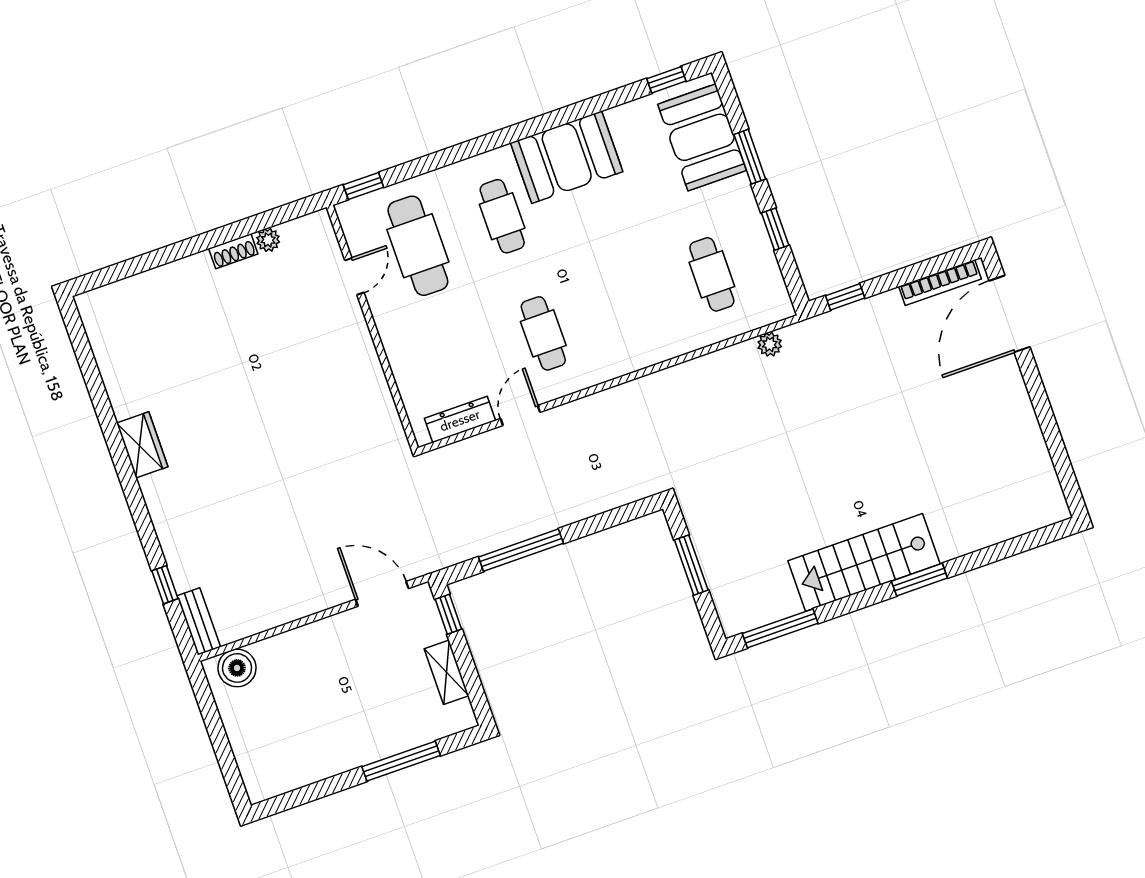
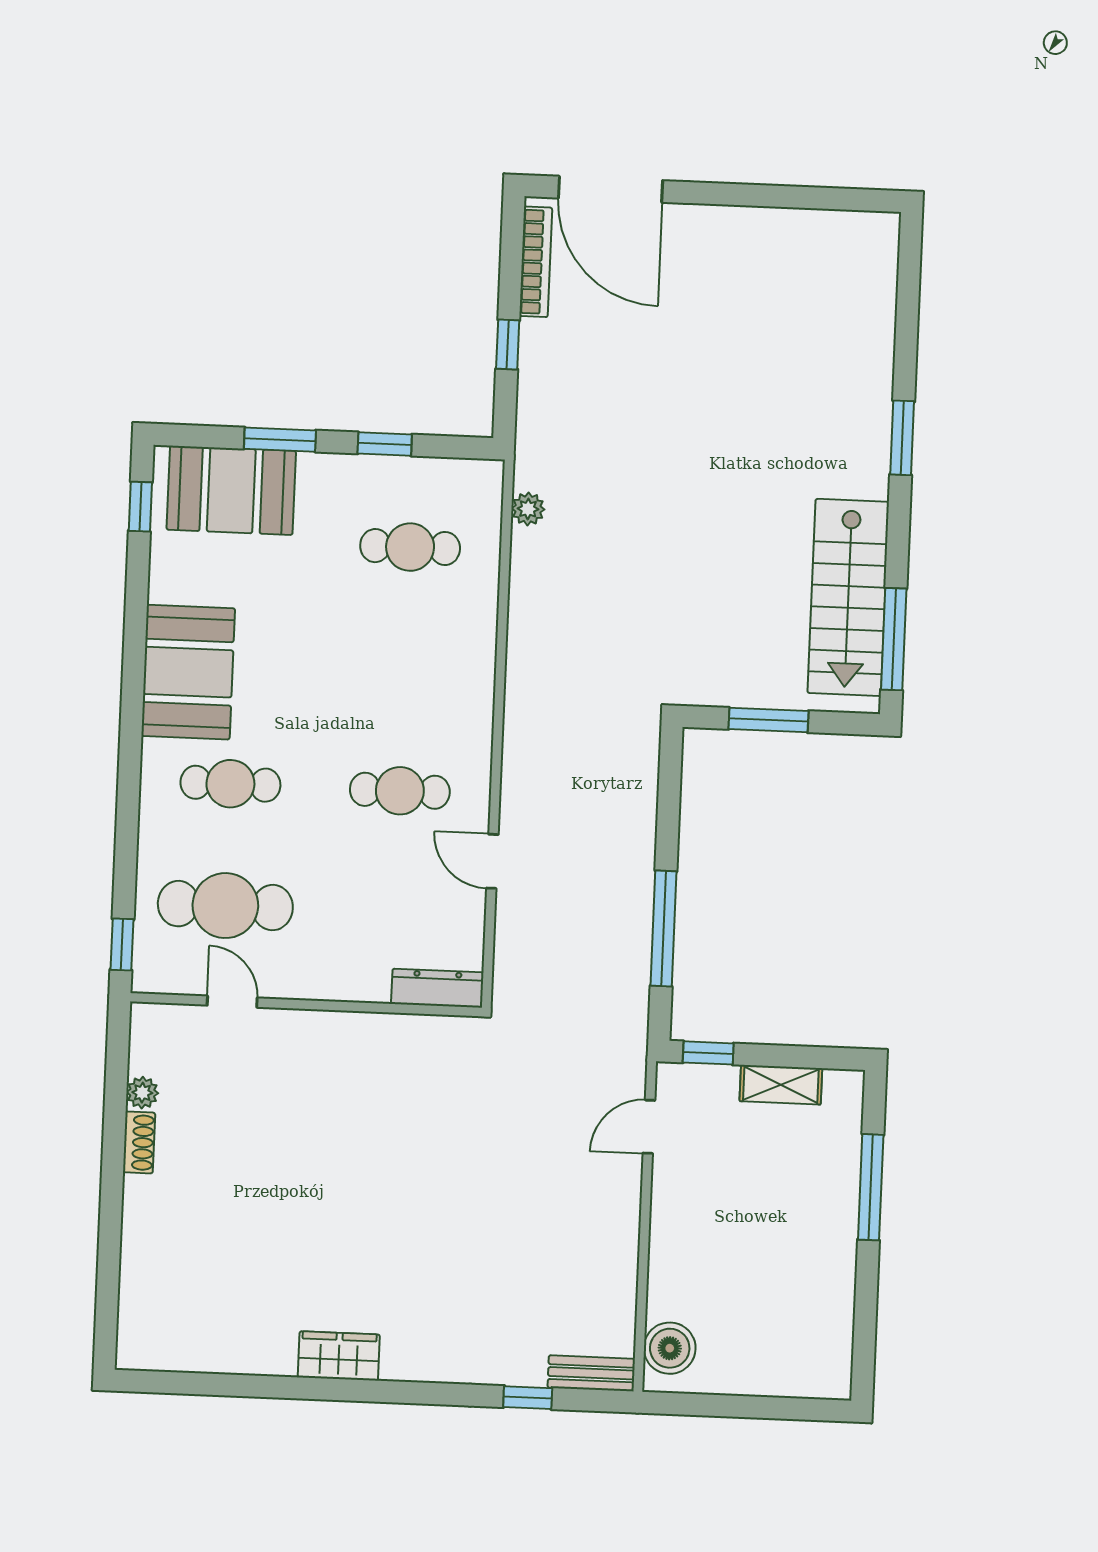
window: (845, 297) -> (508, 345), moved
dresser: (460, 420) -> (437, 988), moved, turned 90
stairs: (864, 562) -> (848, 597), moved
door: (382, 594) -> (649, 1127), width x0.73

